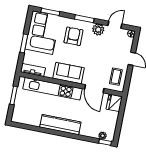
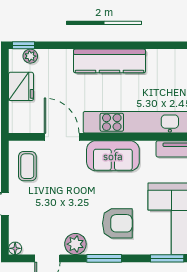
armchair: (73, 36) -> (117, 223), turned -90
fridge: (114, 103) -> (21, 86), moved

